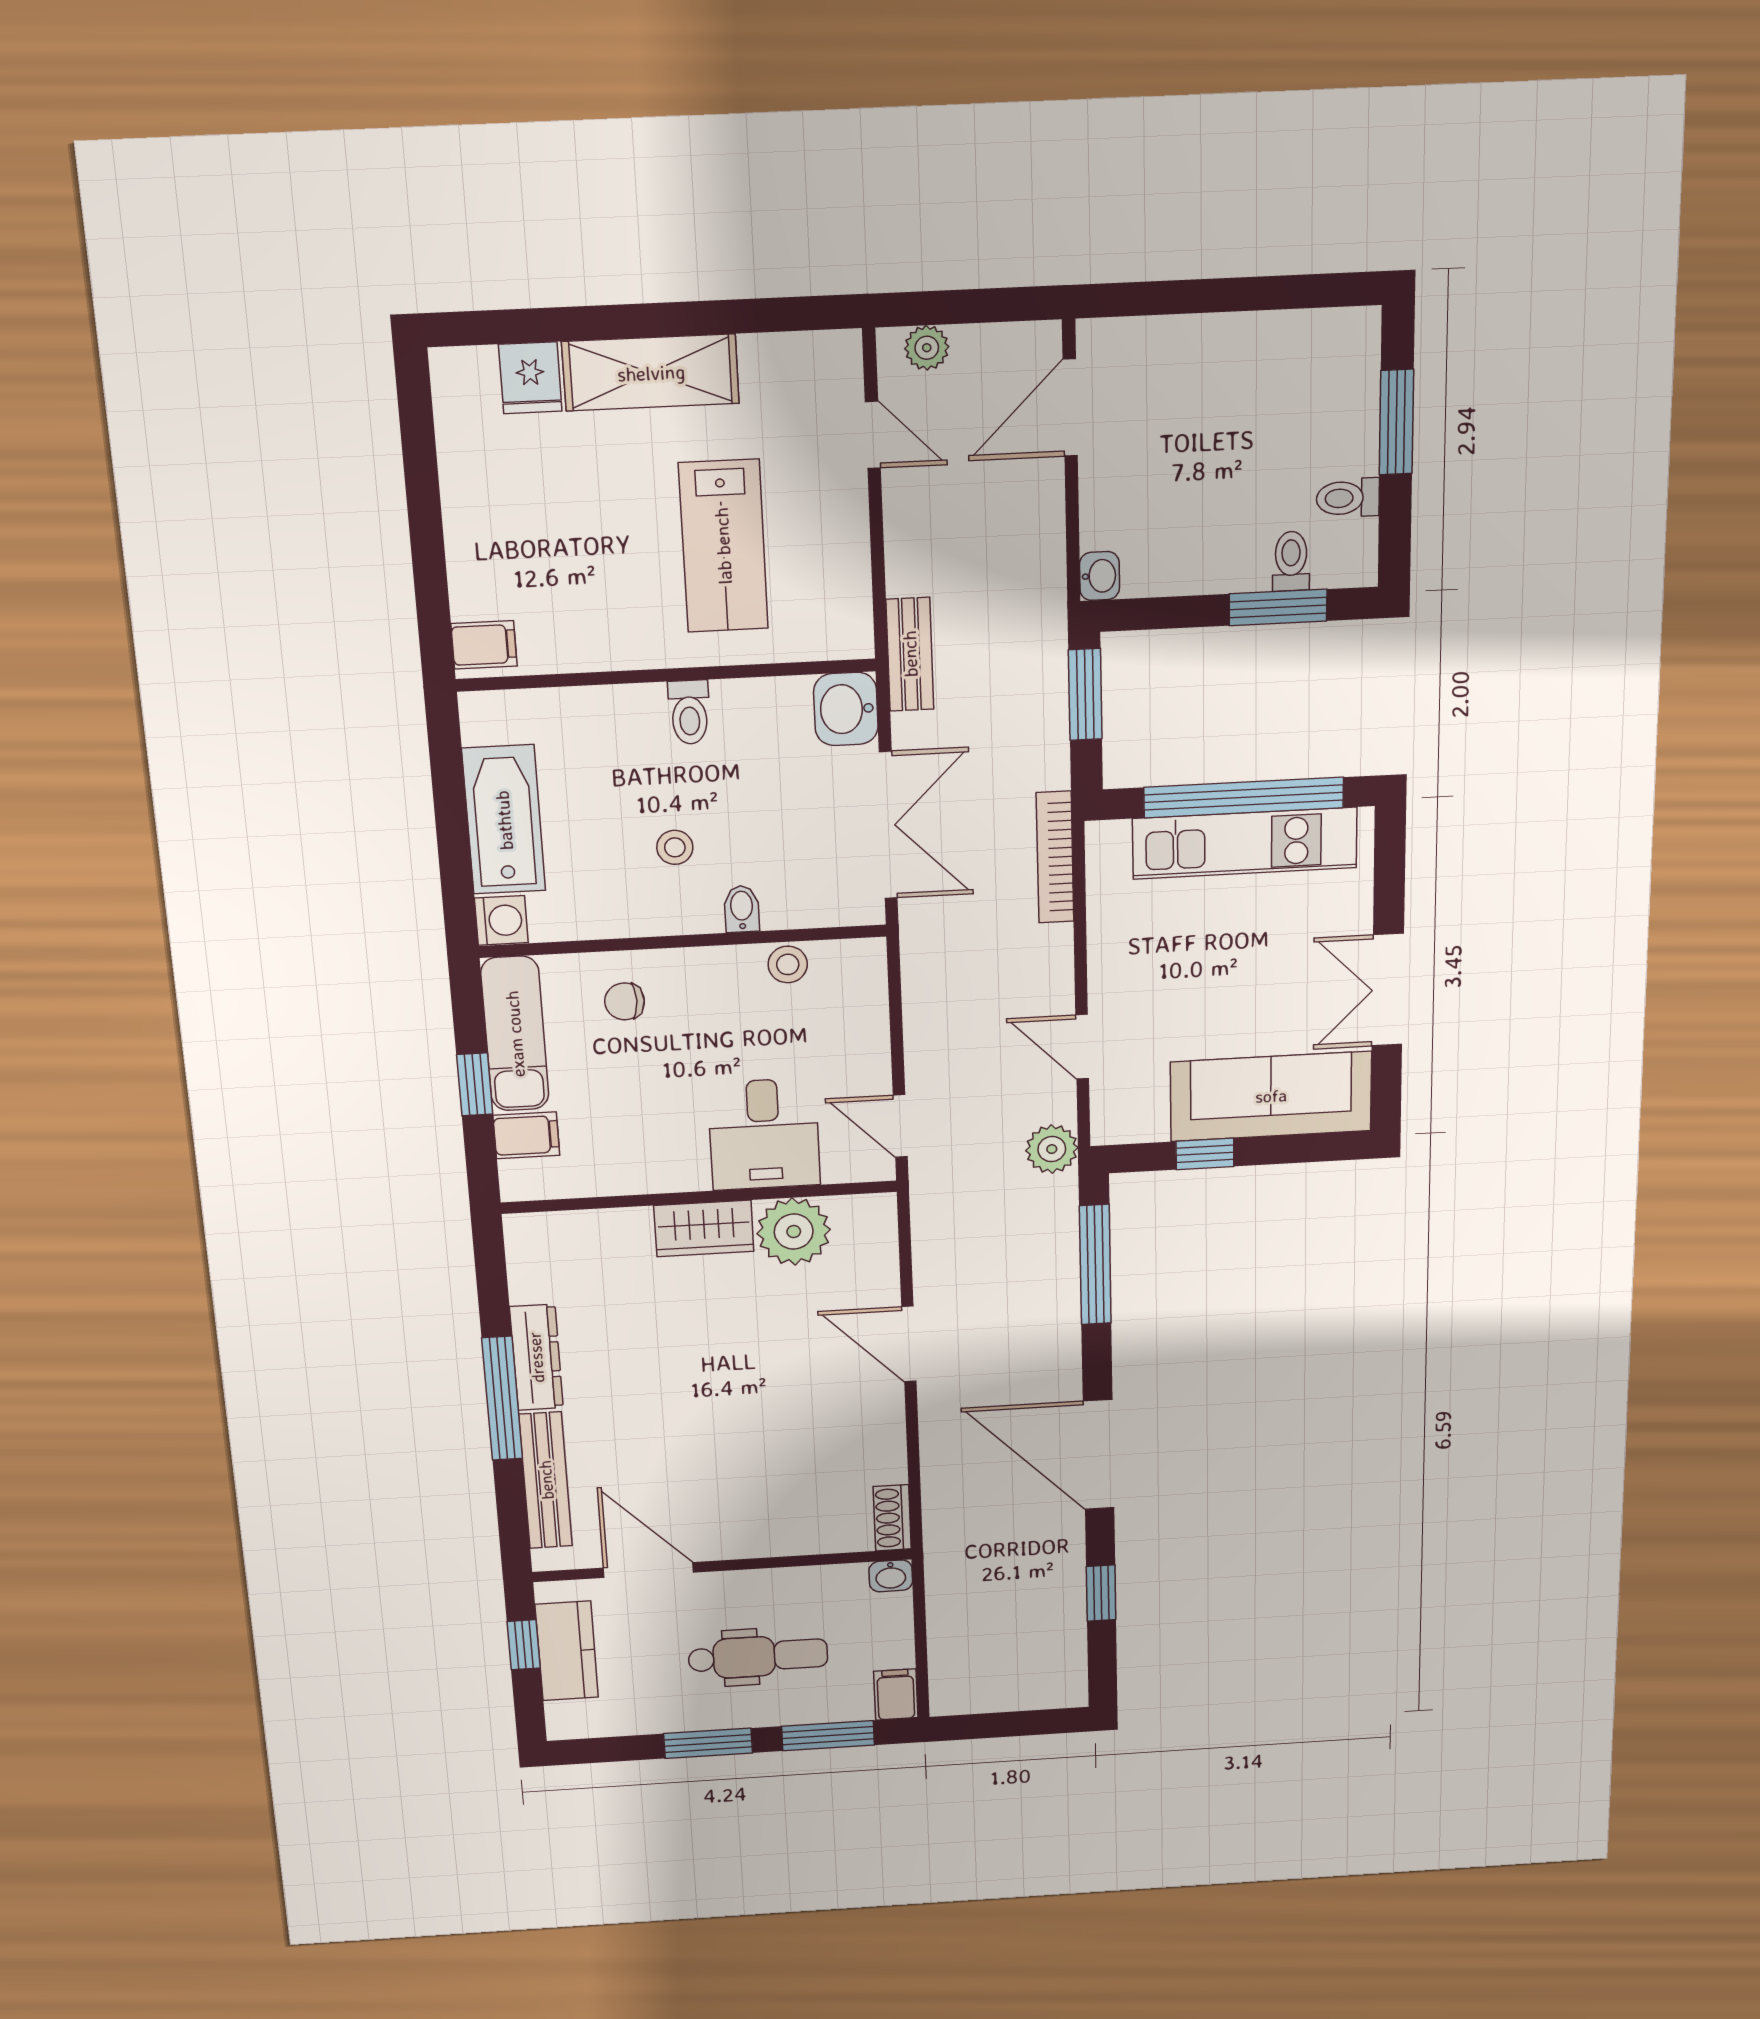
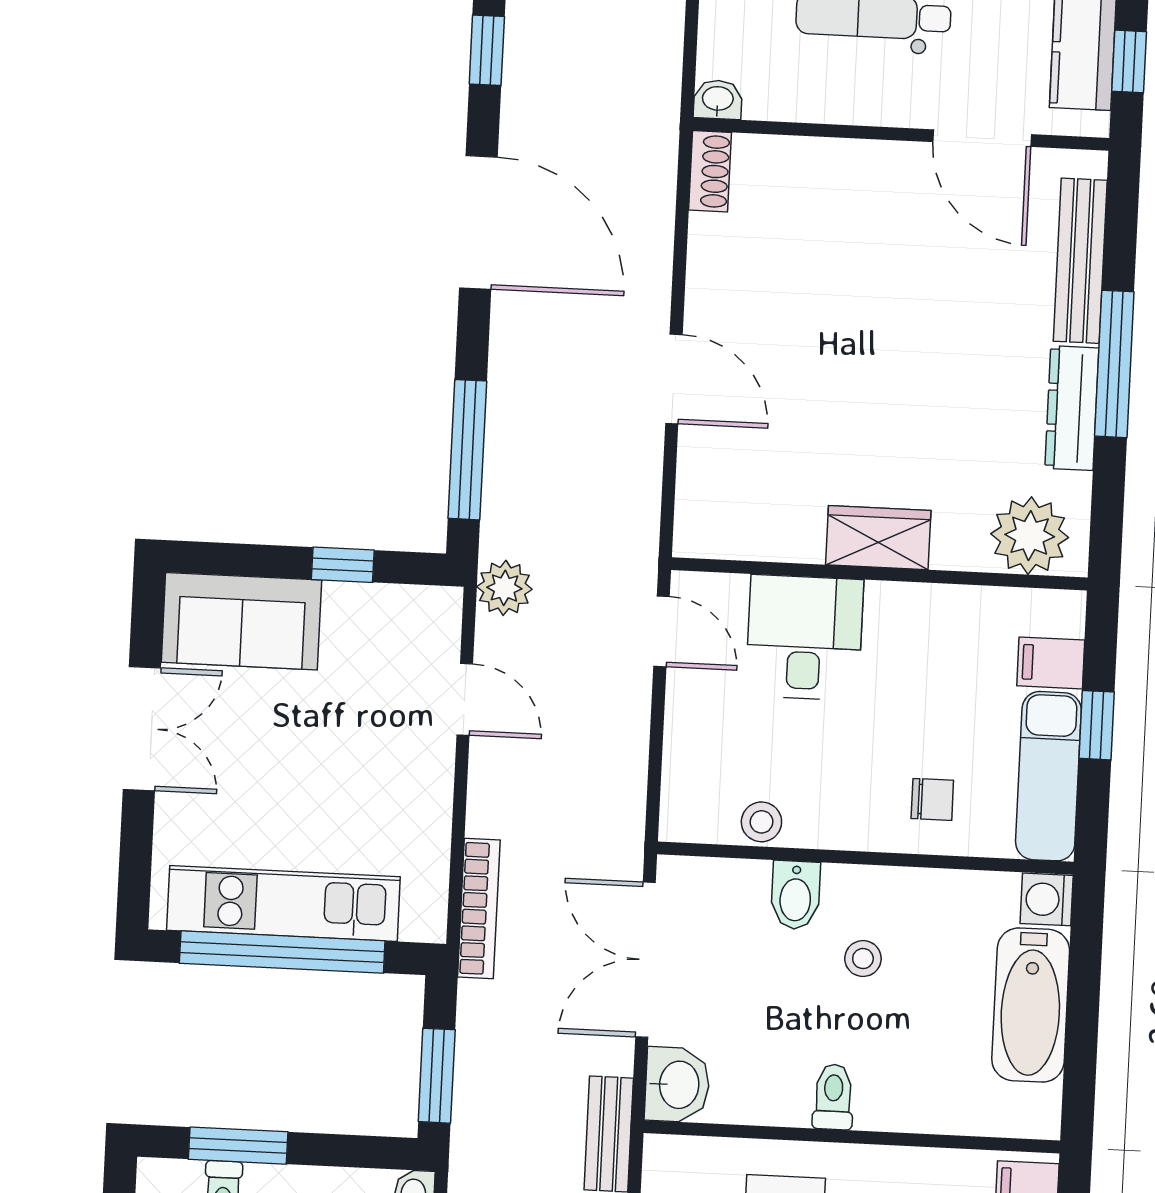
bidet: (742, 909) -> (795, 895), width x1.38, depth x1.36
sofa: (1271, 1096) -> (241, 621), width x0.73
plant: (794, 1232) -> (1030, 536), moved

